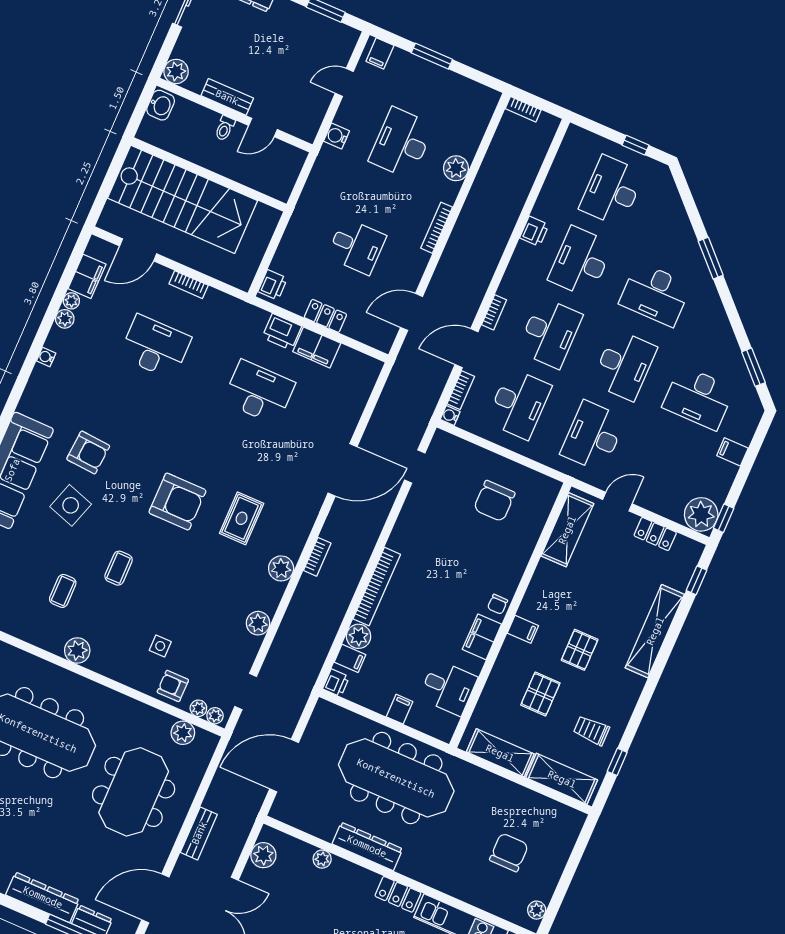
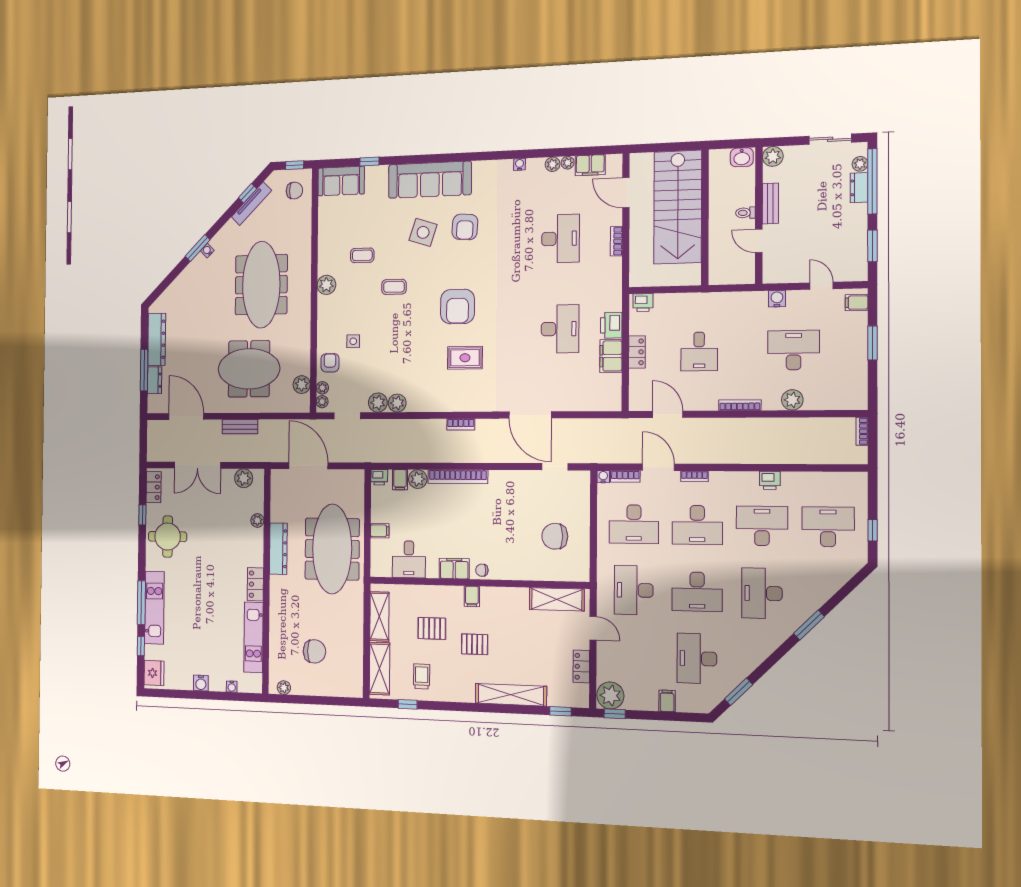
desk: (593, 436) -> (634, 590), turned -90
plant: (281, 568) -> (378, 403), moved

